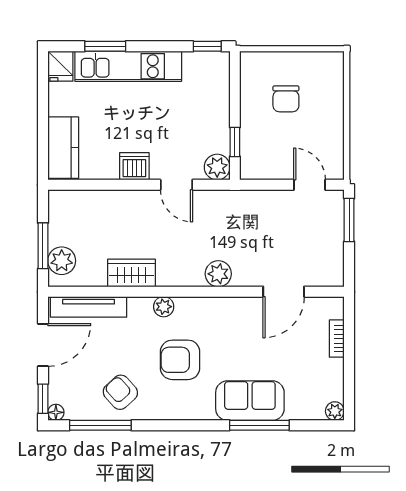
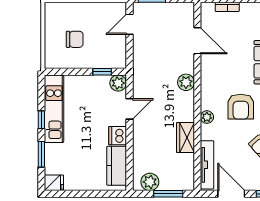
window: (207, 46) -> (41, 120), moved
kitchen unit: (128, 66) -> (54, 109), moved
kitchen counter: (63, 148) -> (117, 166), moved, turned -90
plant: (62, 261) -> (150, 182), moved

